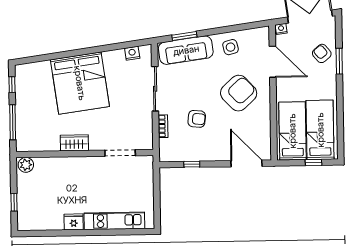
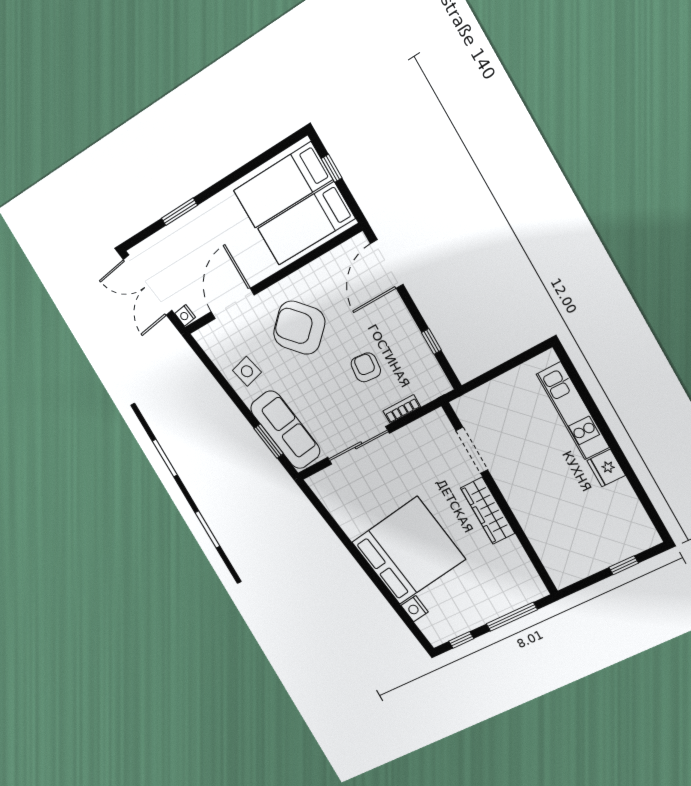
nightstand: (132, 53) -> (415, 609), moved
armchair: (322, 53) -> (184, 242), removed
wardrobe: (74, 143) -> (488, 511), width x1.50
plant: (26, 165) -> (561, 573), removed

